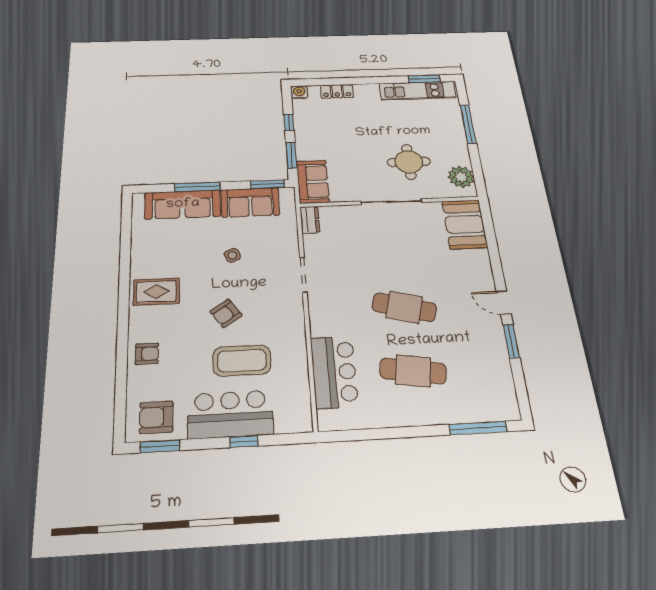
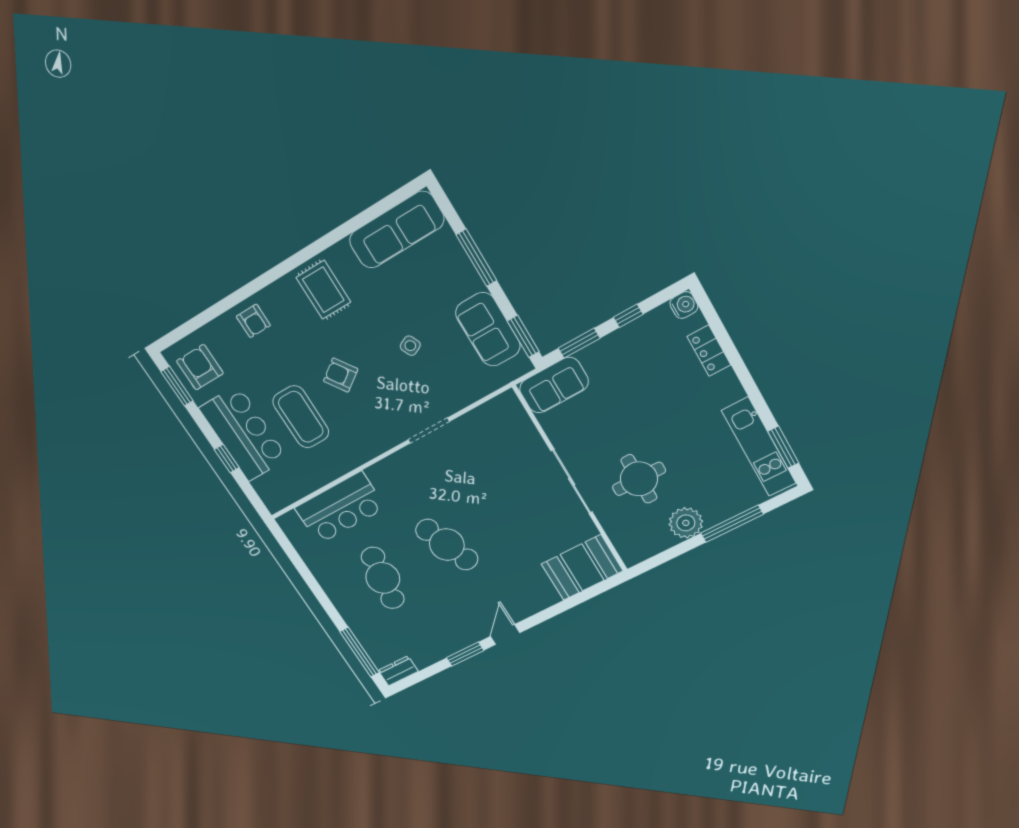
plant: (461, 177) -> (686, 523), moved
sofa: (183, 204) -> (397, 230), moved, turned -90
dresser: (310, 220) -> (398, 671), moved, turned 180
cafe table: (404, 307) -> (447, 545), turned -36

